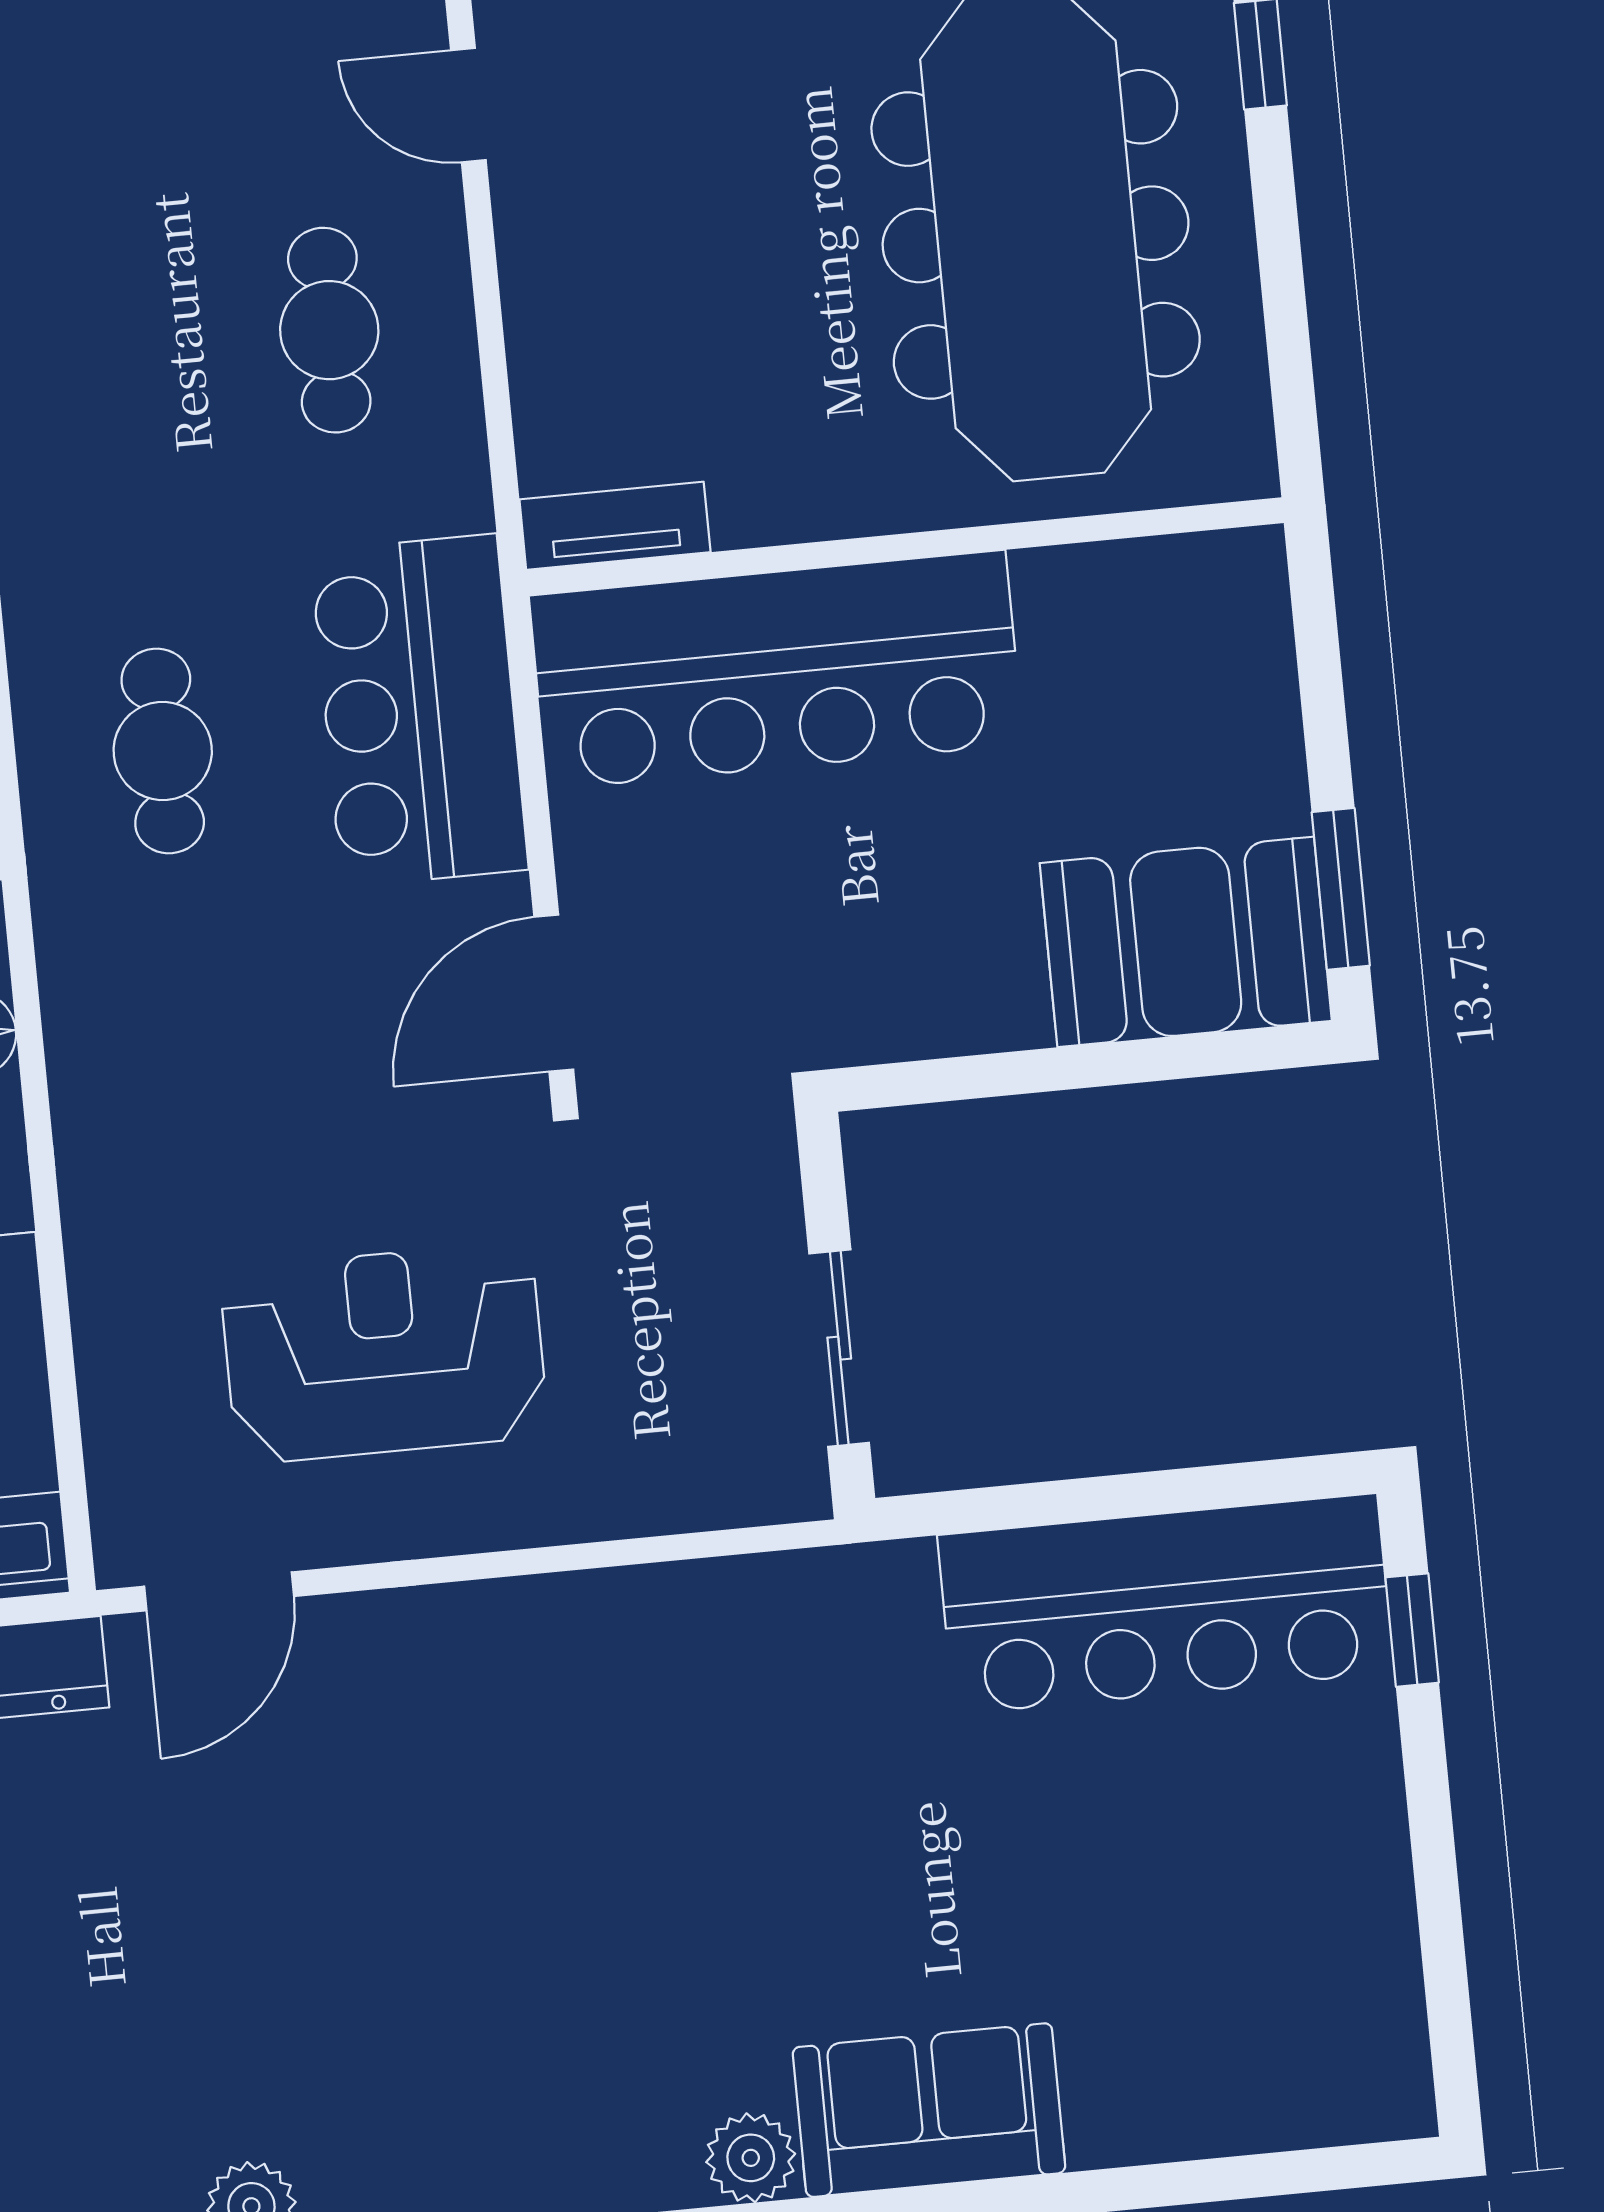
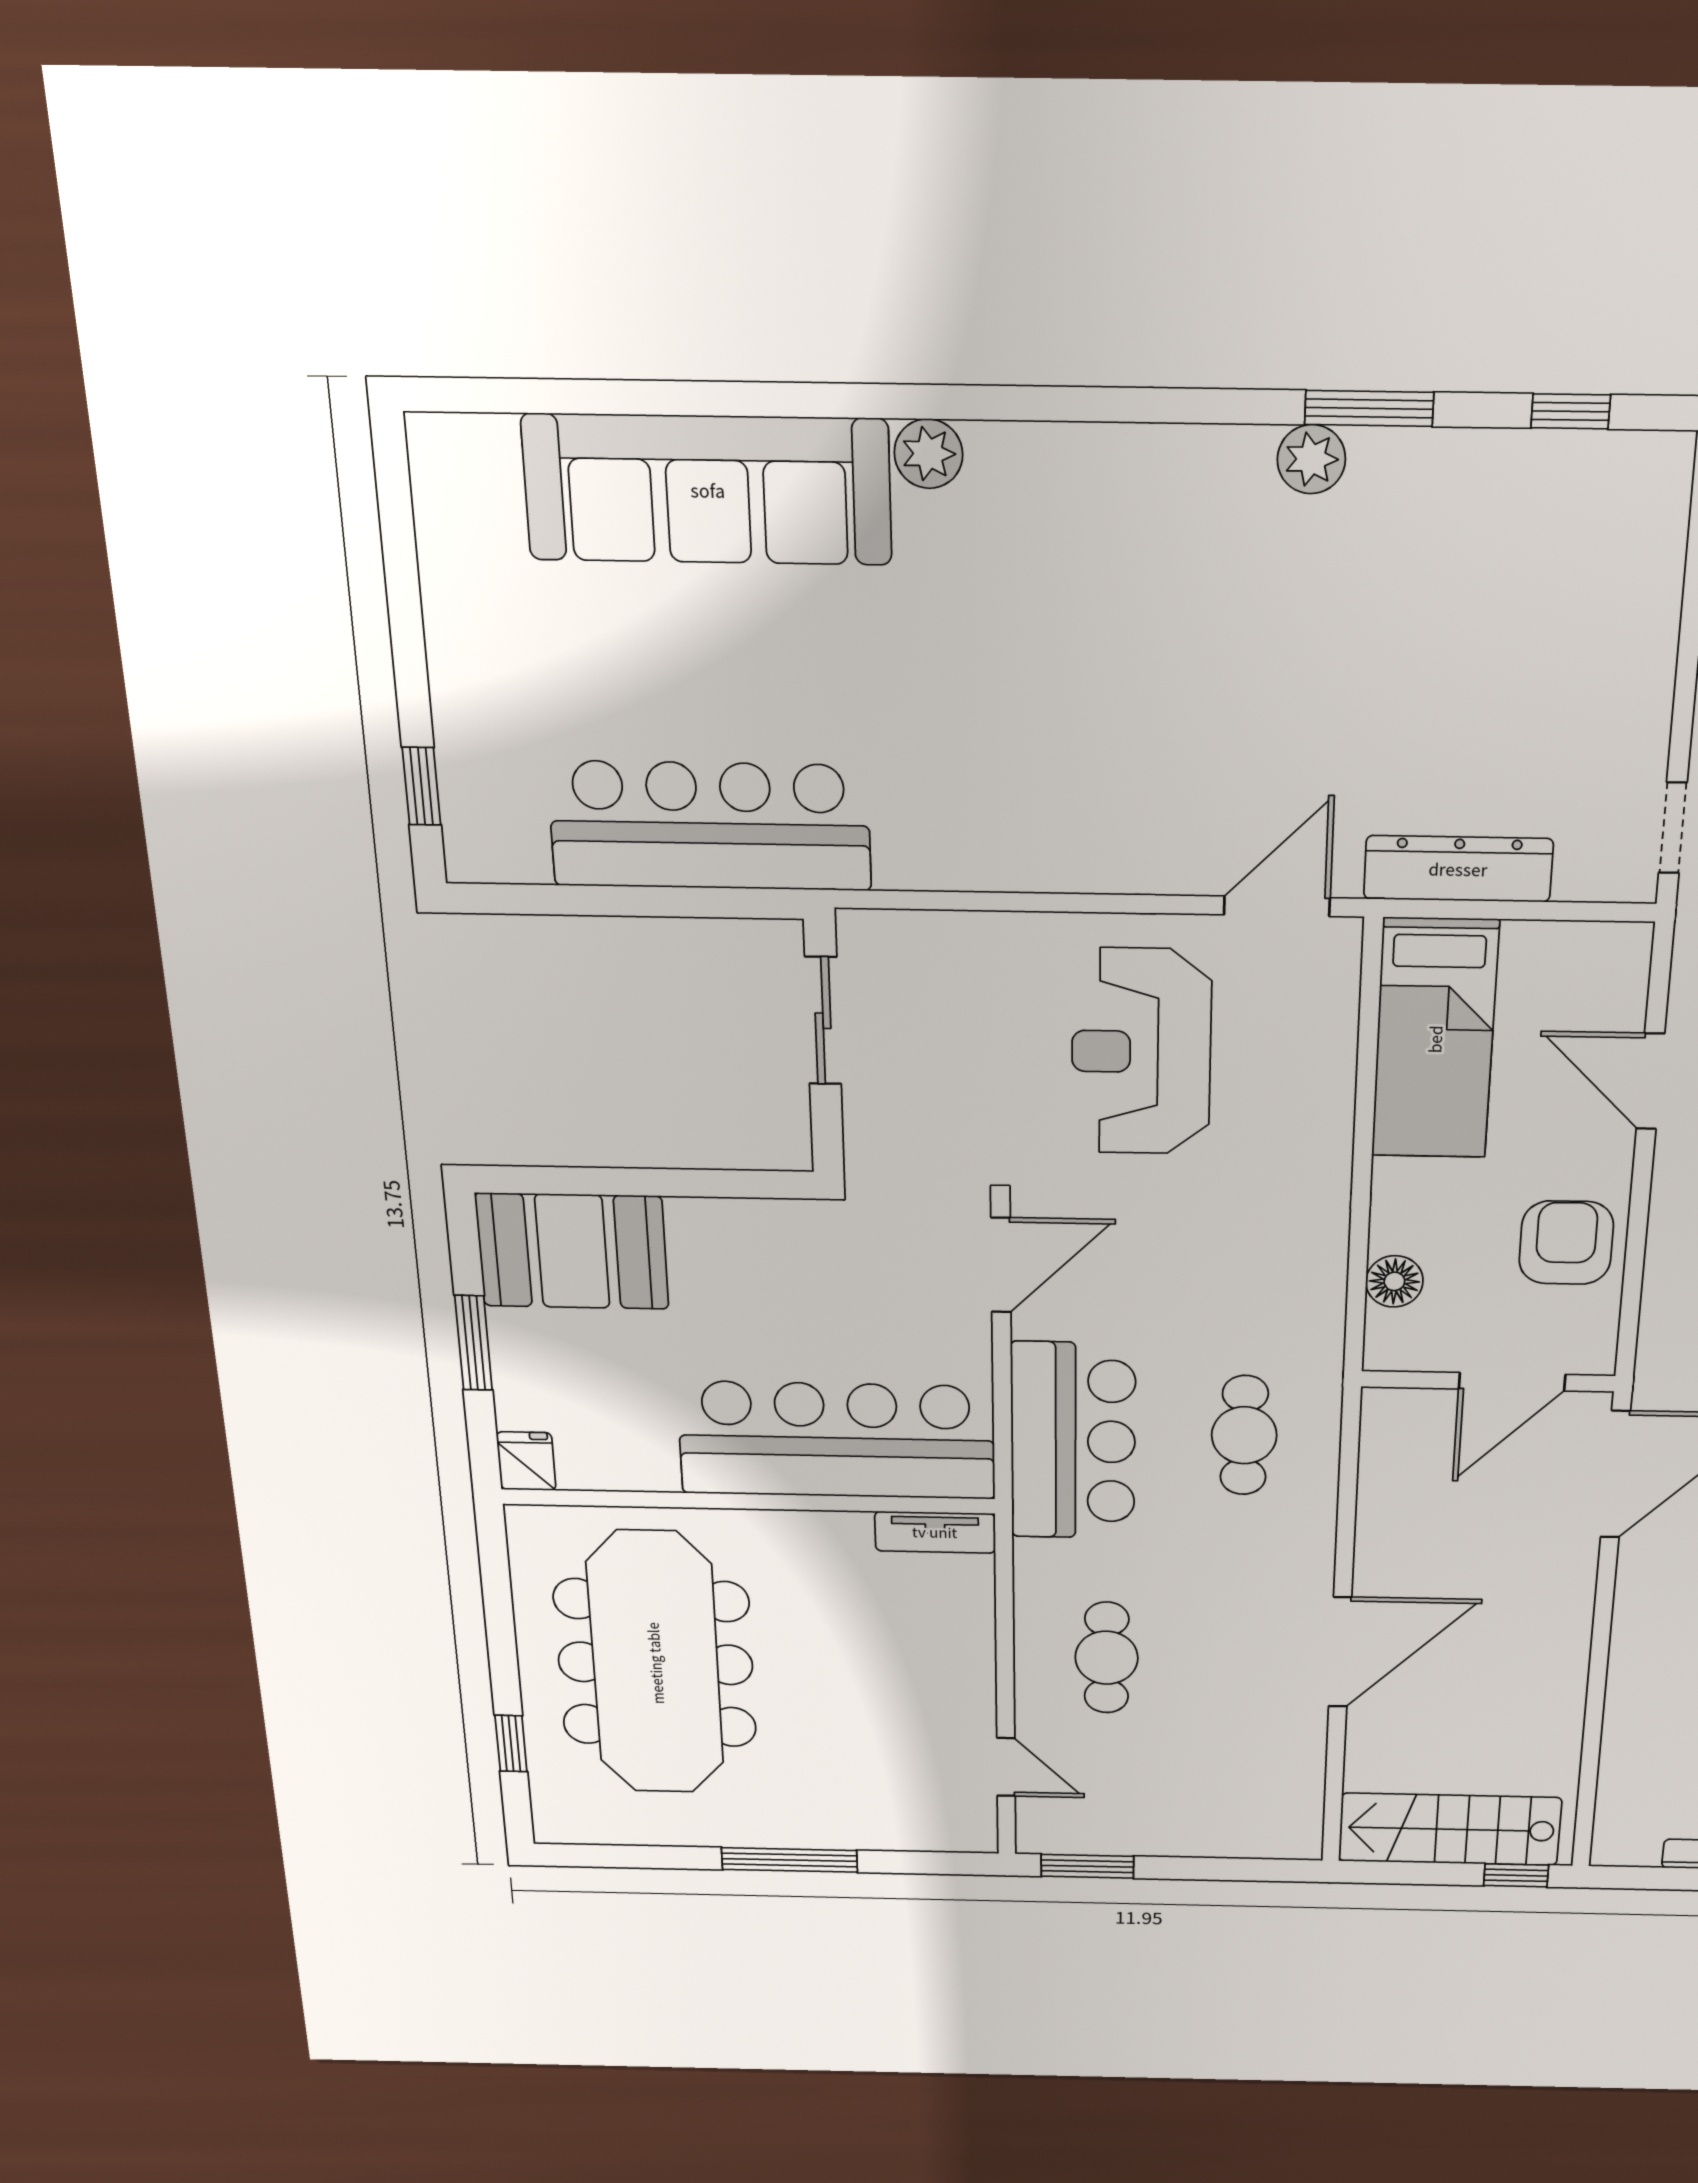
fridge: (1247, 577) -> (526, 1461), added
window: (1341, 889) -> (474, 1343), moved
reception desk: (384, 1353) -> (1141, 1052), turned 90
bar counter: (1166, 1604) -> (710, 826), moved
sofa: (929, 2110) -> (708, 490), width x1.85, depth x1.27

